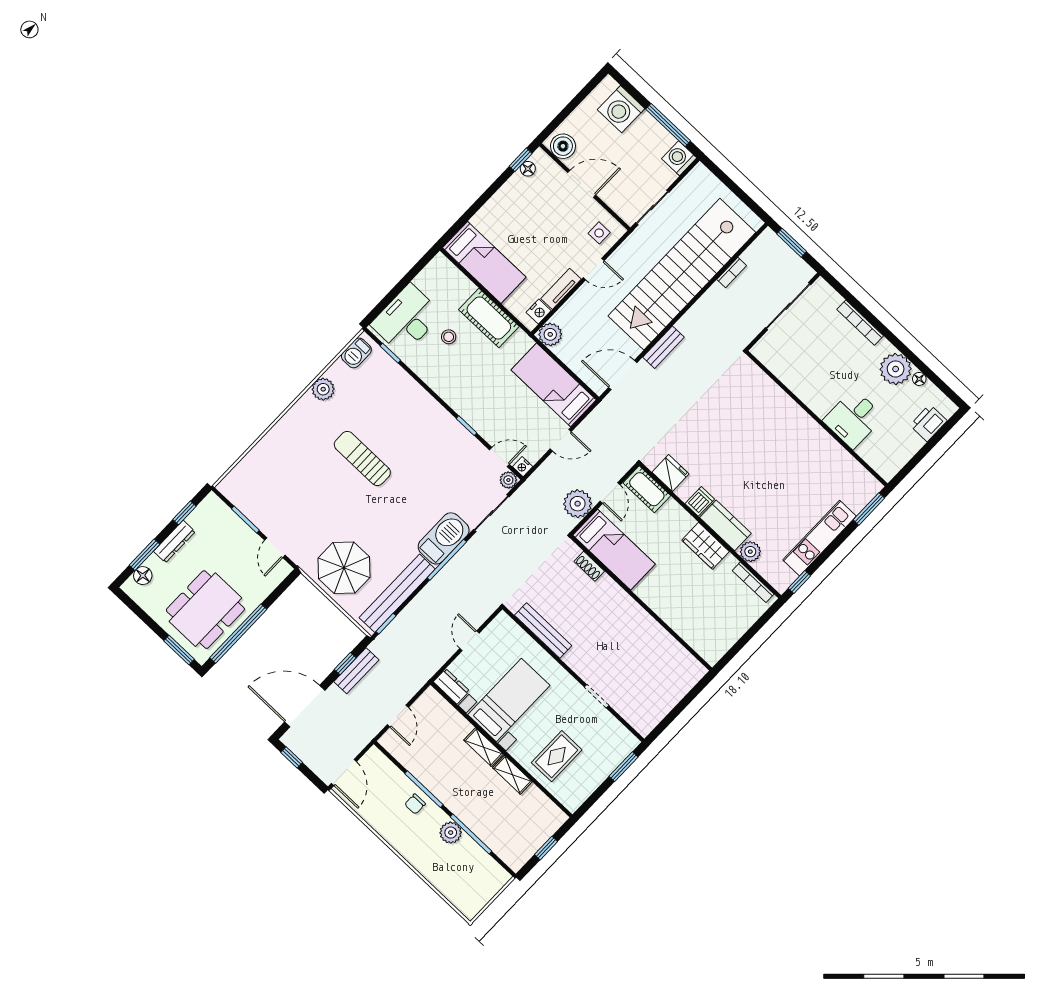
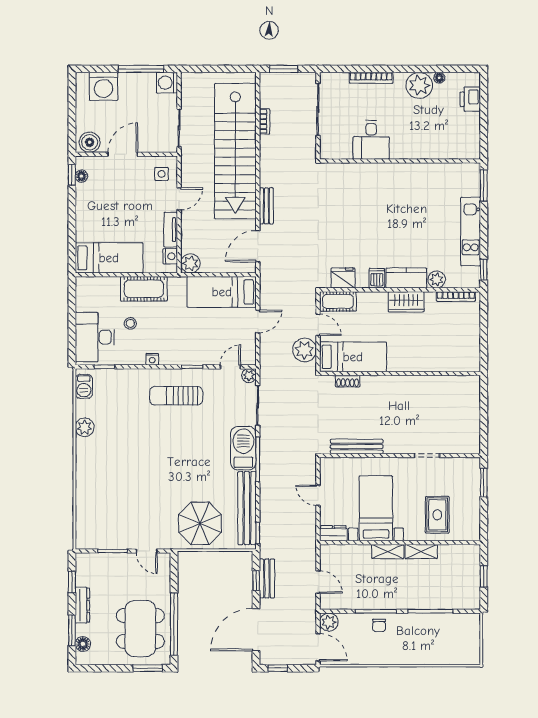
desk: (853, 419) -> (371, 140), moved
sun lounger: (362, 458) -> (176, 396), moved
nightstand: (523, 467) -> (152, 359), moved
plant: (451, 833) -> (329, 622), moved

